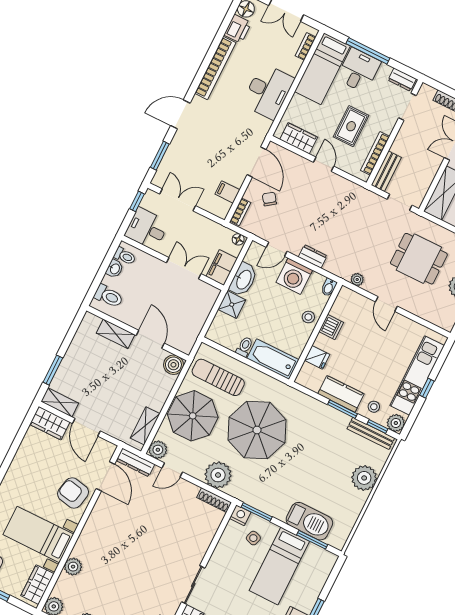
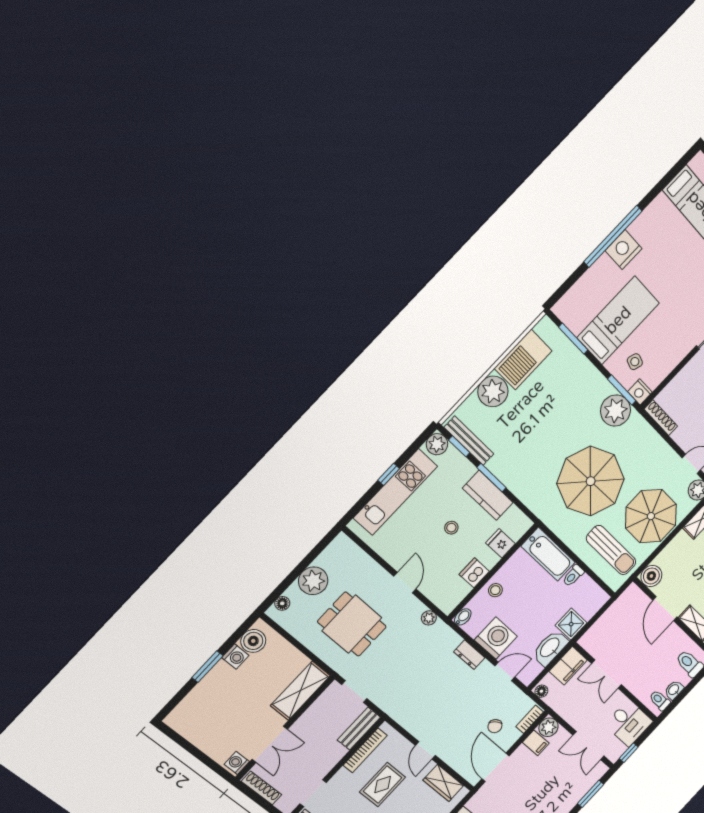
plant: (221, 209) -> (548, 727), added
stool: (374, 407) -> (451, 528), moved
plant: (218, 475) -> (616, 411), moved
barbecue: (309, 521) -> (523, 360), moved, turned -90

